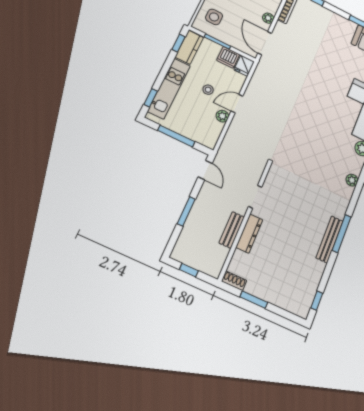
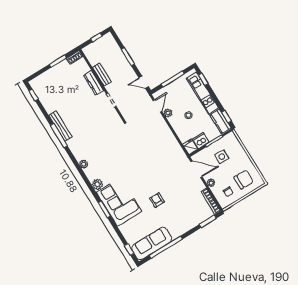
side table: (214, 17) -> (222, 157), moved
armchair: (330, 68) -> (157, 200), added
door: (237, 104) -> (157, 106), moved

